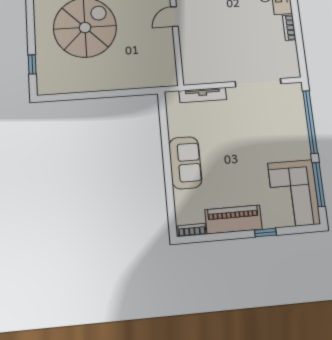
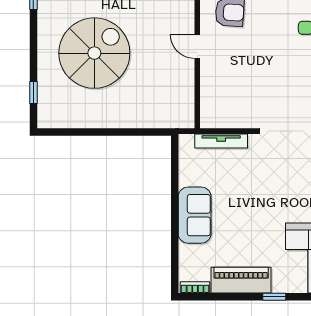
door: (174, 17) -> (197, 46), hinge flipped

